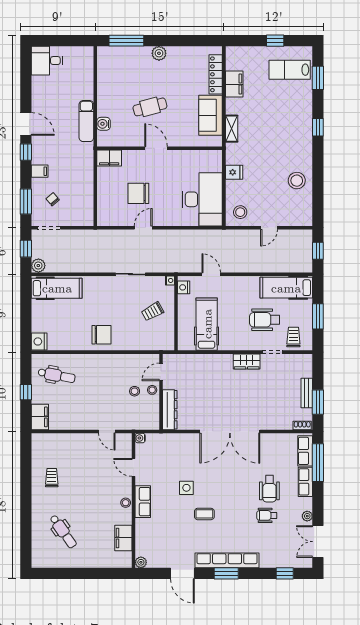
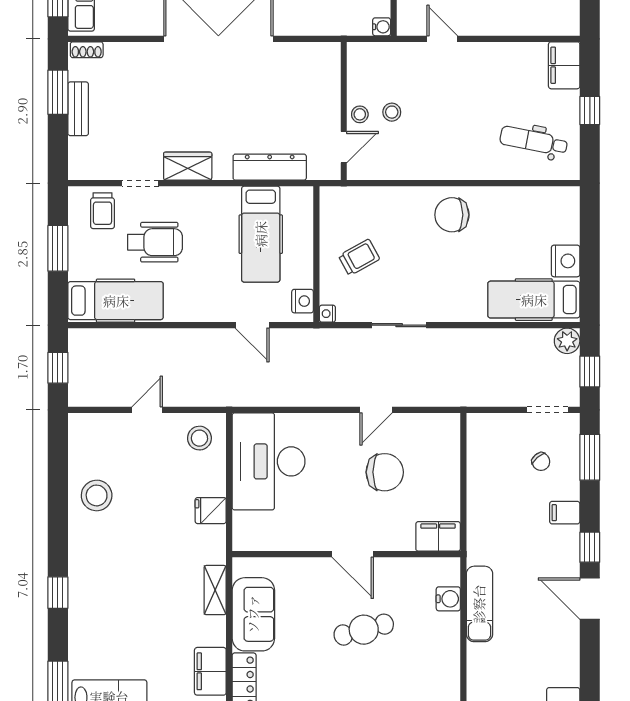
nightstand: (39, 341) -> (566, 261), moved
dresser: (170, 410) -> (270, 167), moved, turned 90

